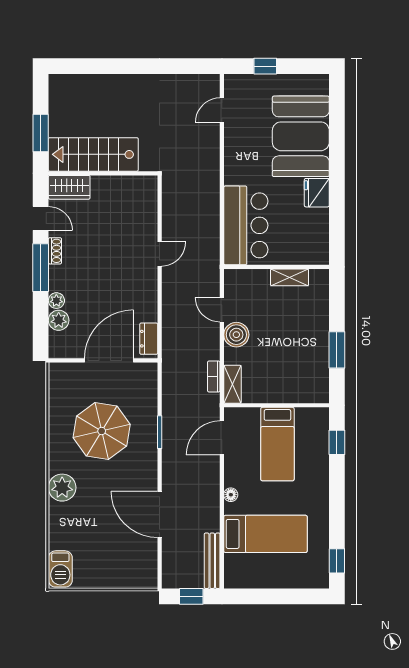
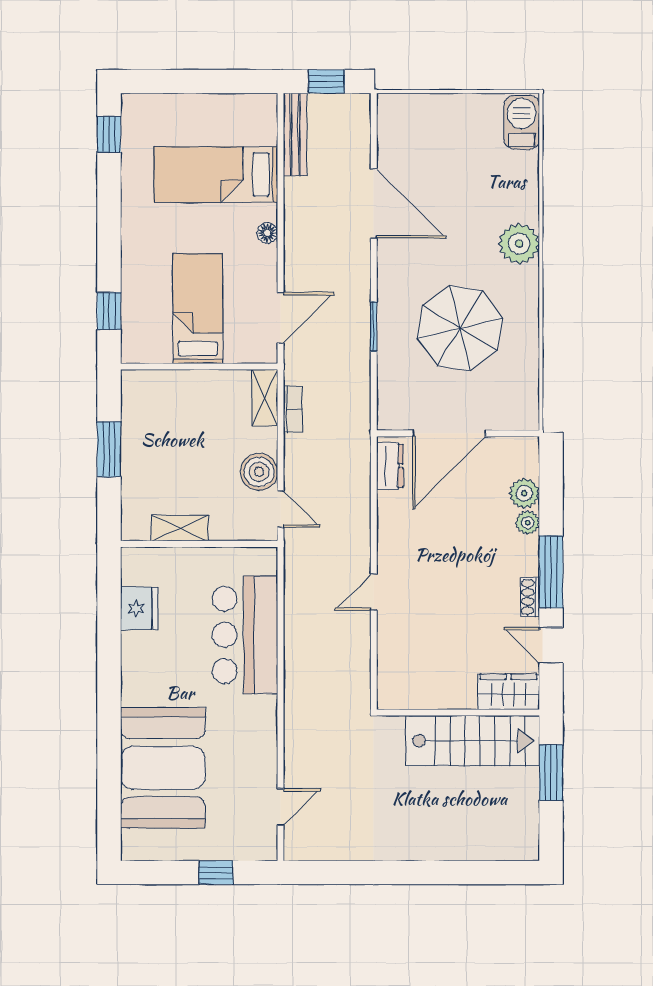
fridge: (317, 193) -> (139, 608), moved
wall: (277, 267) -> (199, 544), moved
shelving: (290, 277) -> (180, 528), moved

